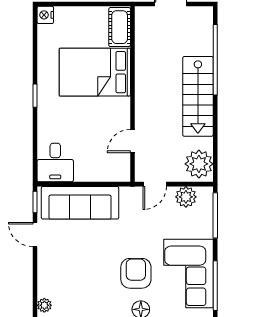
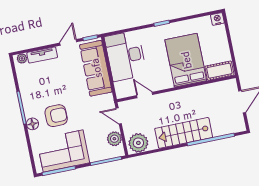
desk: (55, 163) -> (126, 56), width x1.87, depth x1.30
tv unit: (45, 275) -> (42, 55), added

